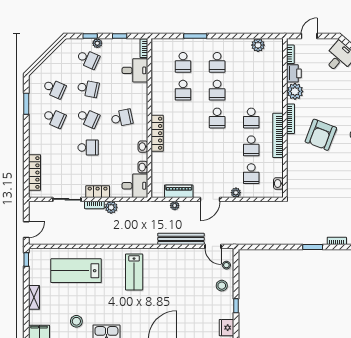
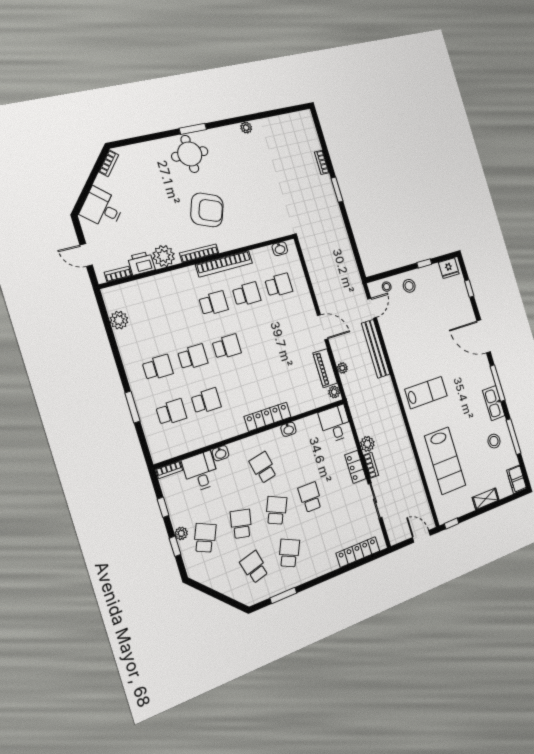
school desk: (54, 88) -> (254, 567), turned -39
washbasin: (143, 167) -> (220, 453), moved
plant: (236, 193) -> (334, 392), moved

